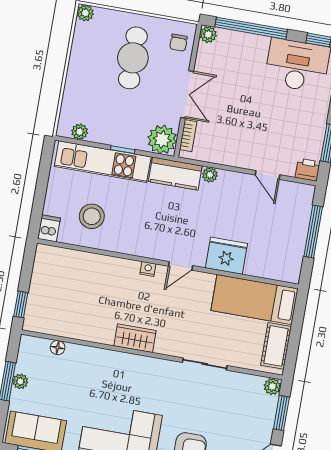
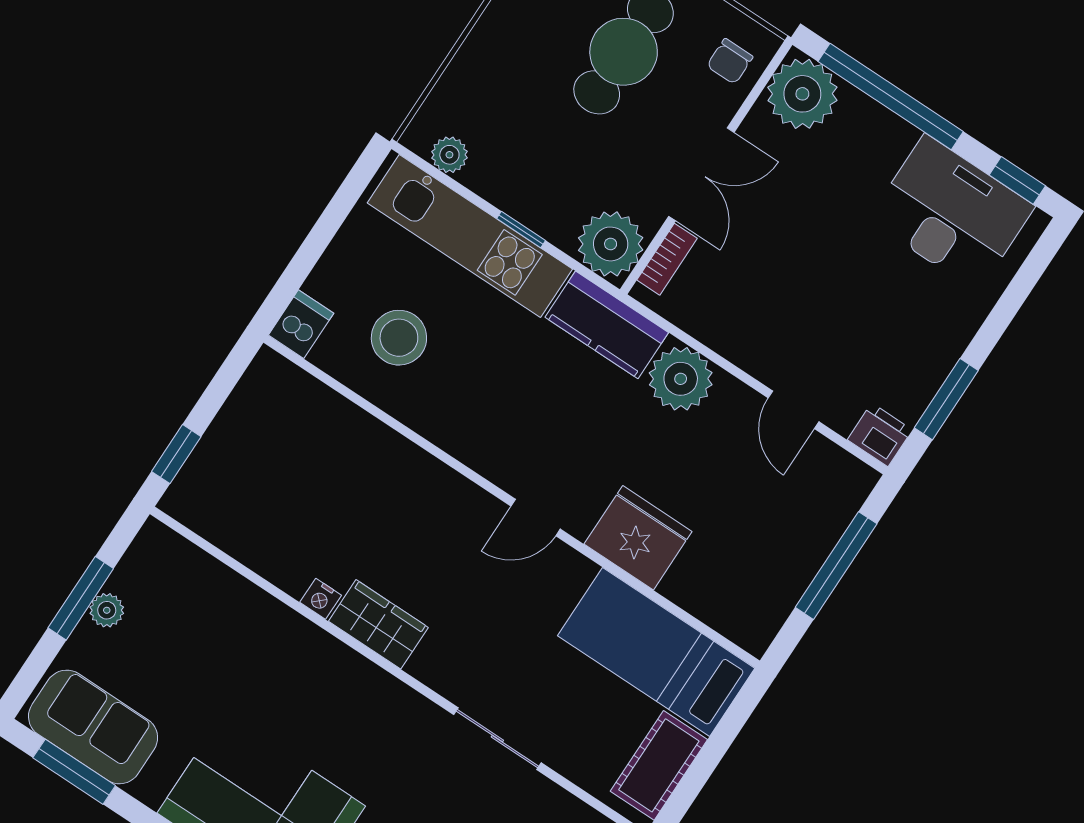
plant: (208, 34) -> (802, 94), width x1.88, depth x1.88
plant: (210, 175) -> (681, 379), width x1.87, depth x1.87
nightstand: (148, 269) -> (321, 599), moved, turned 180
floor lamp: (58, 348) -> (213, 575), removed

